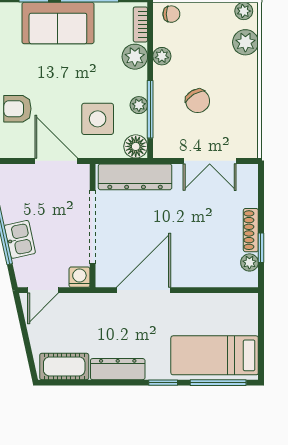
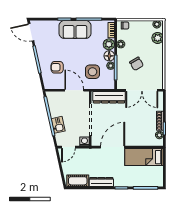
floor lamp: (136, 146) -> (109, 56), moved
double door: (210, 161) -> (142, 90), width x1.37
bed: (215, 355) -> (144, 157), moved

